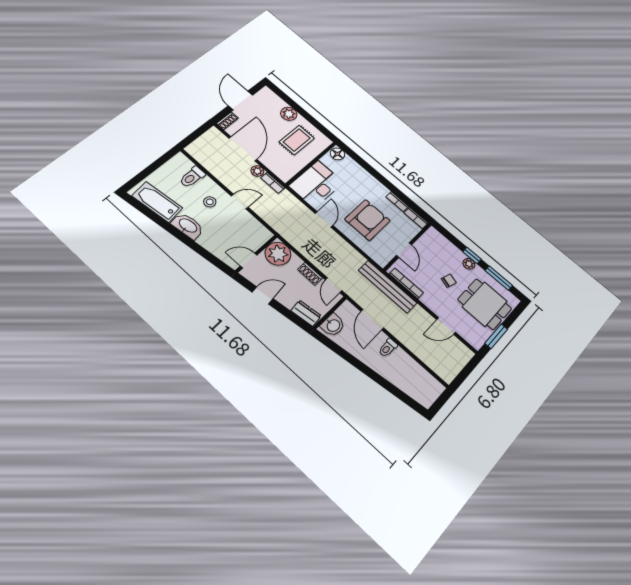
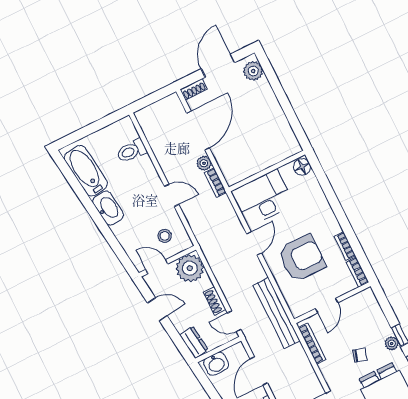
plant: (289, 114) -> (253, 71), moved
rug: (297, 140) -> (263, 136), removed
stool: (210, 202) -> (165, 236), moved
door: (334, 285) -> (234, 321), hinge flipped
bench: (387, 287) -> (276, 313), moved

